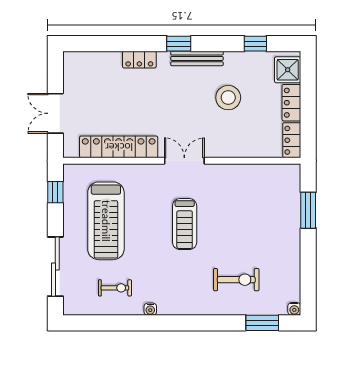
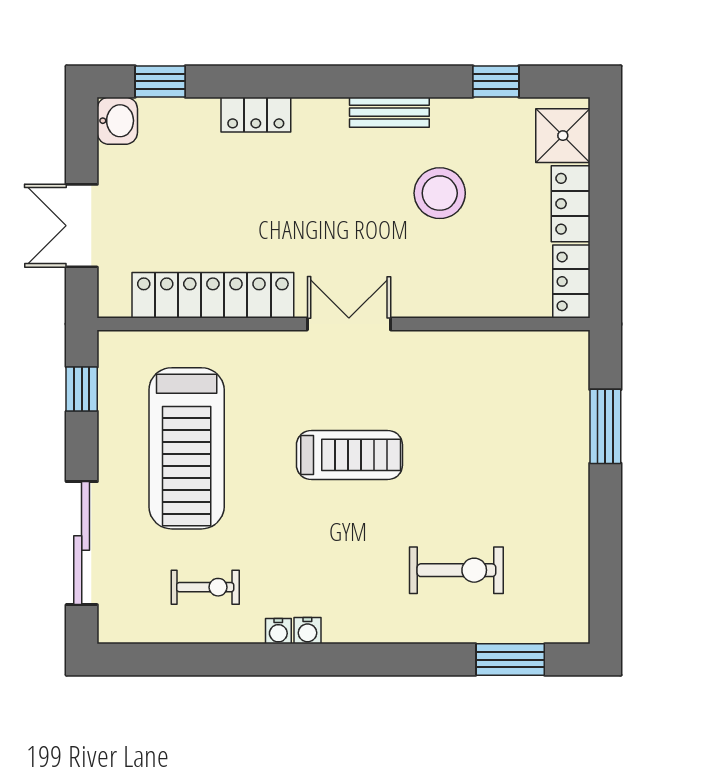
window: (179, 44) -> (160, 81), moved
bench: (197, 58) -> (389, 112), width x0.73
washbasin: (72, 63) -> (117, 121), added
treadmill: (185, 224) -> (349, 455), turned -90
water cooler: (294, 309) -> (307, 631), moved

